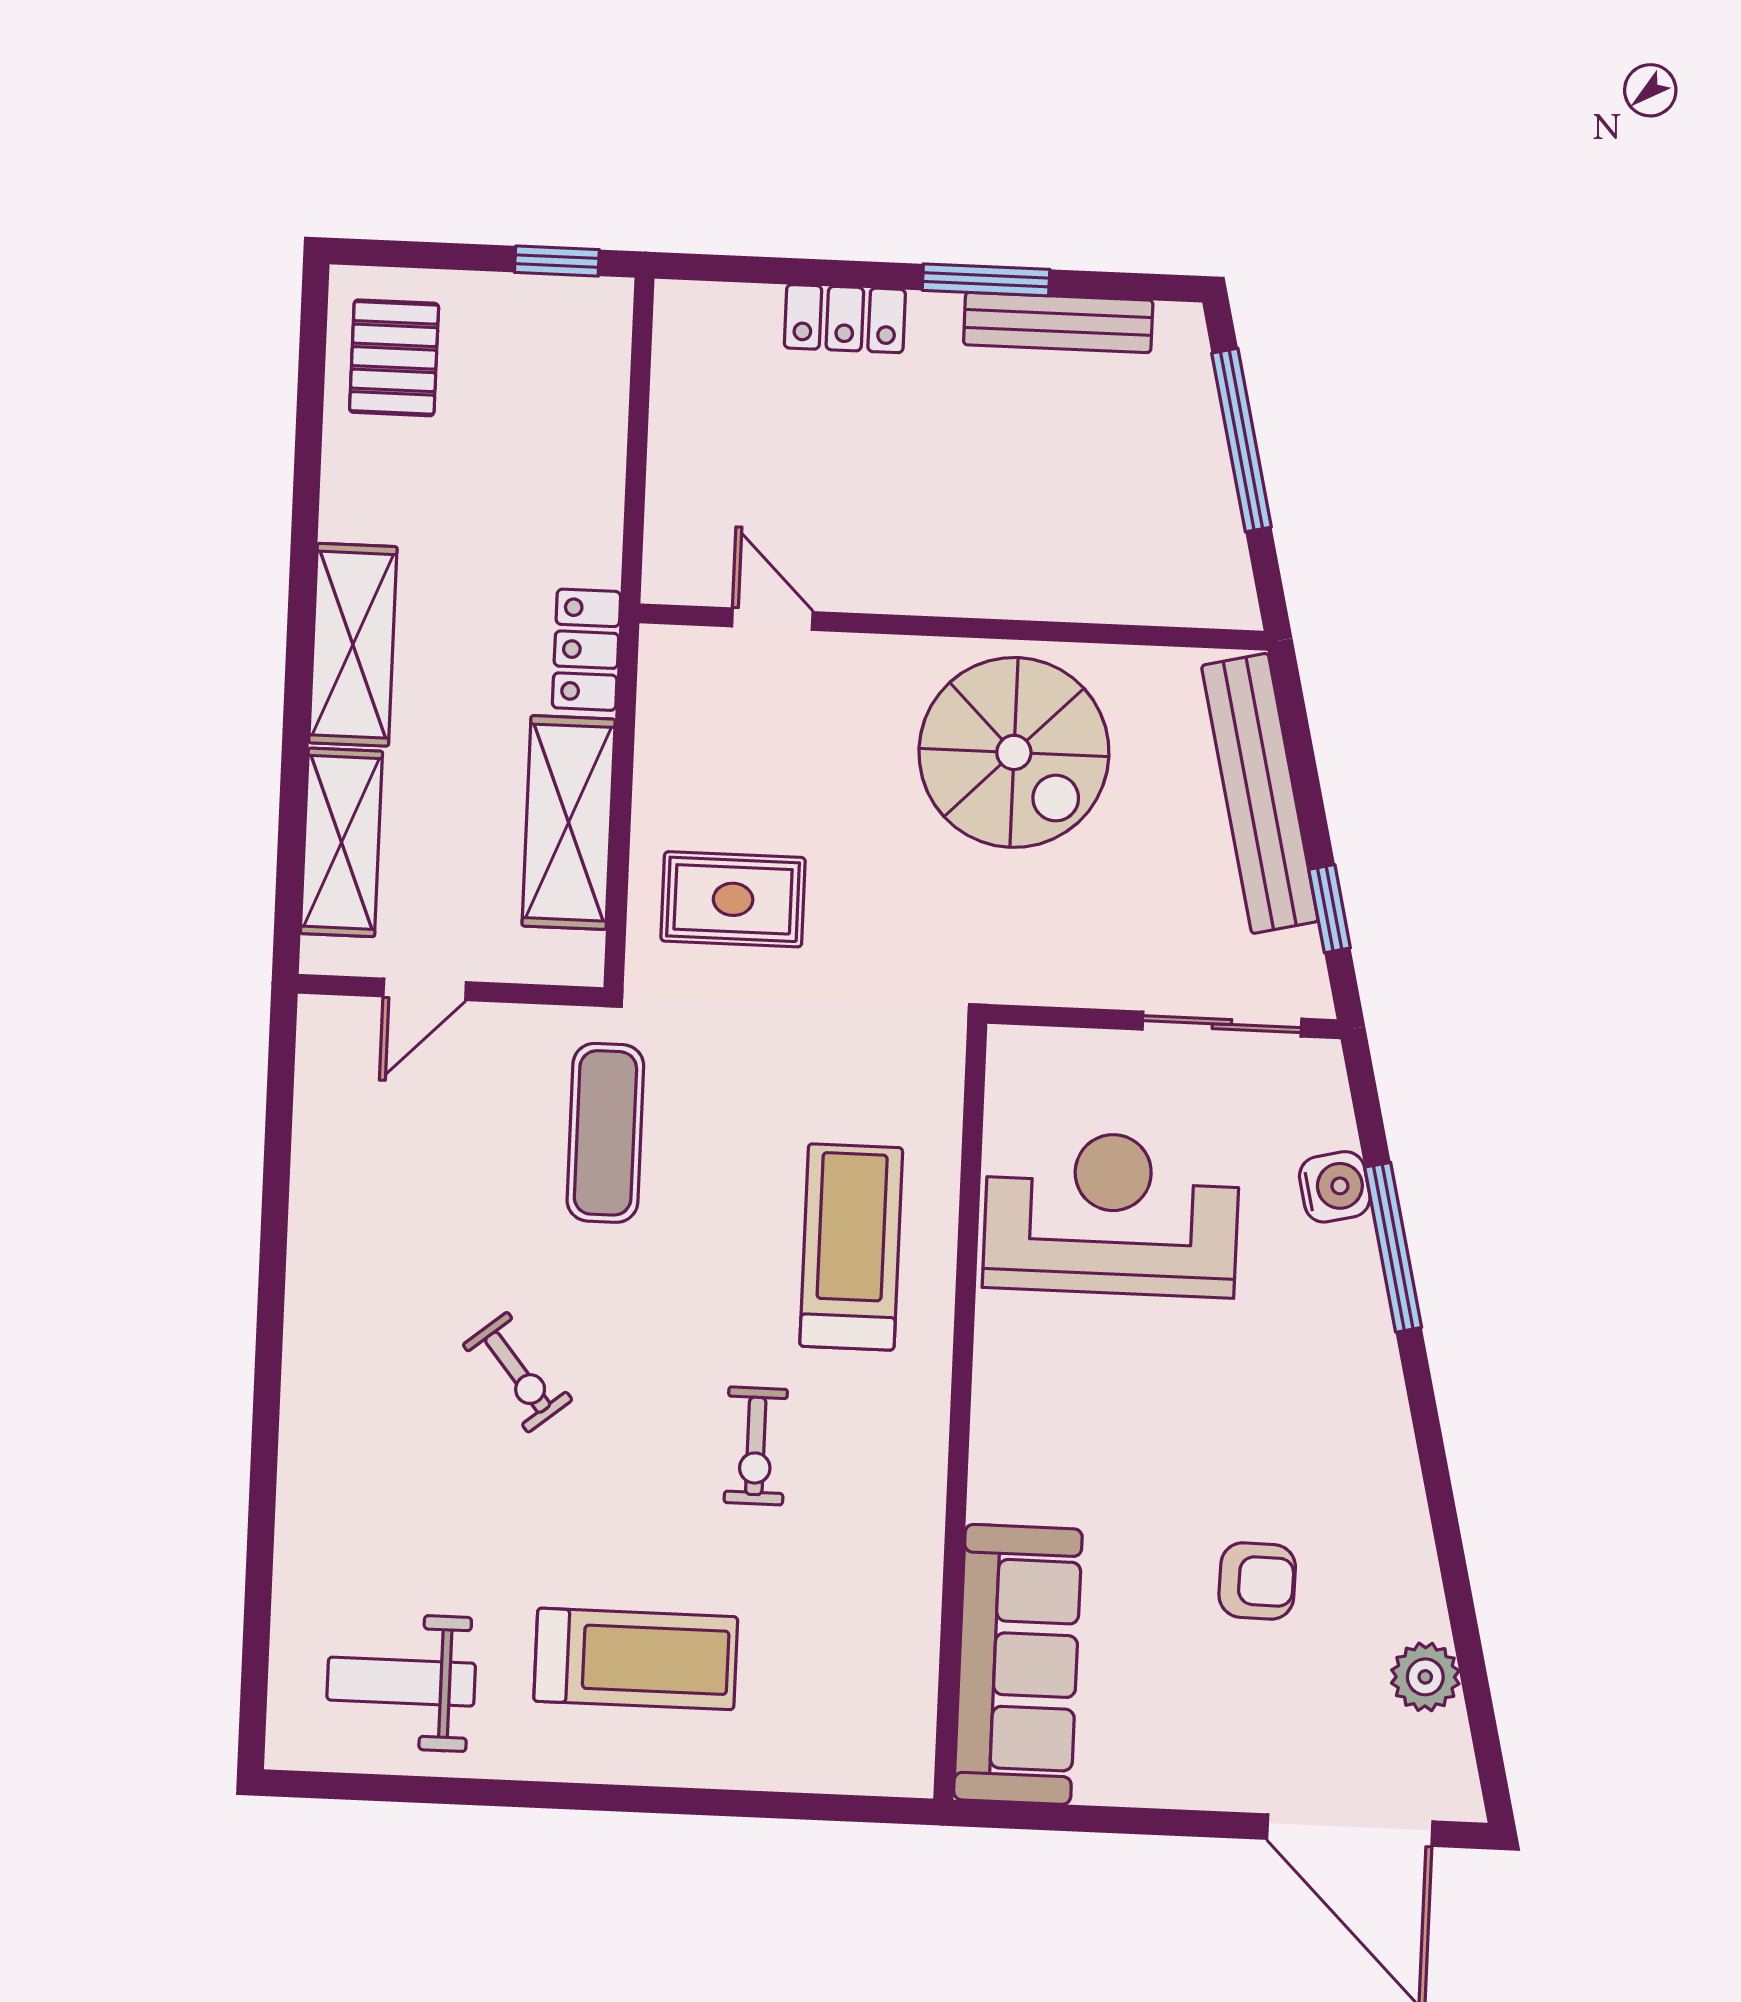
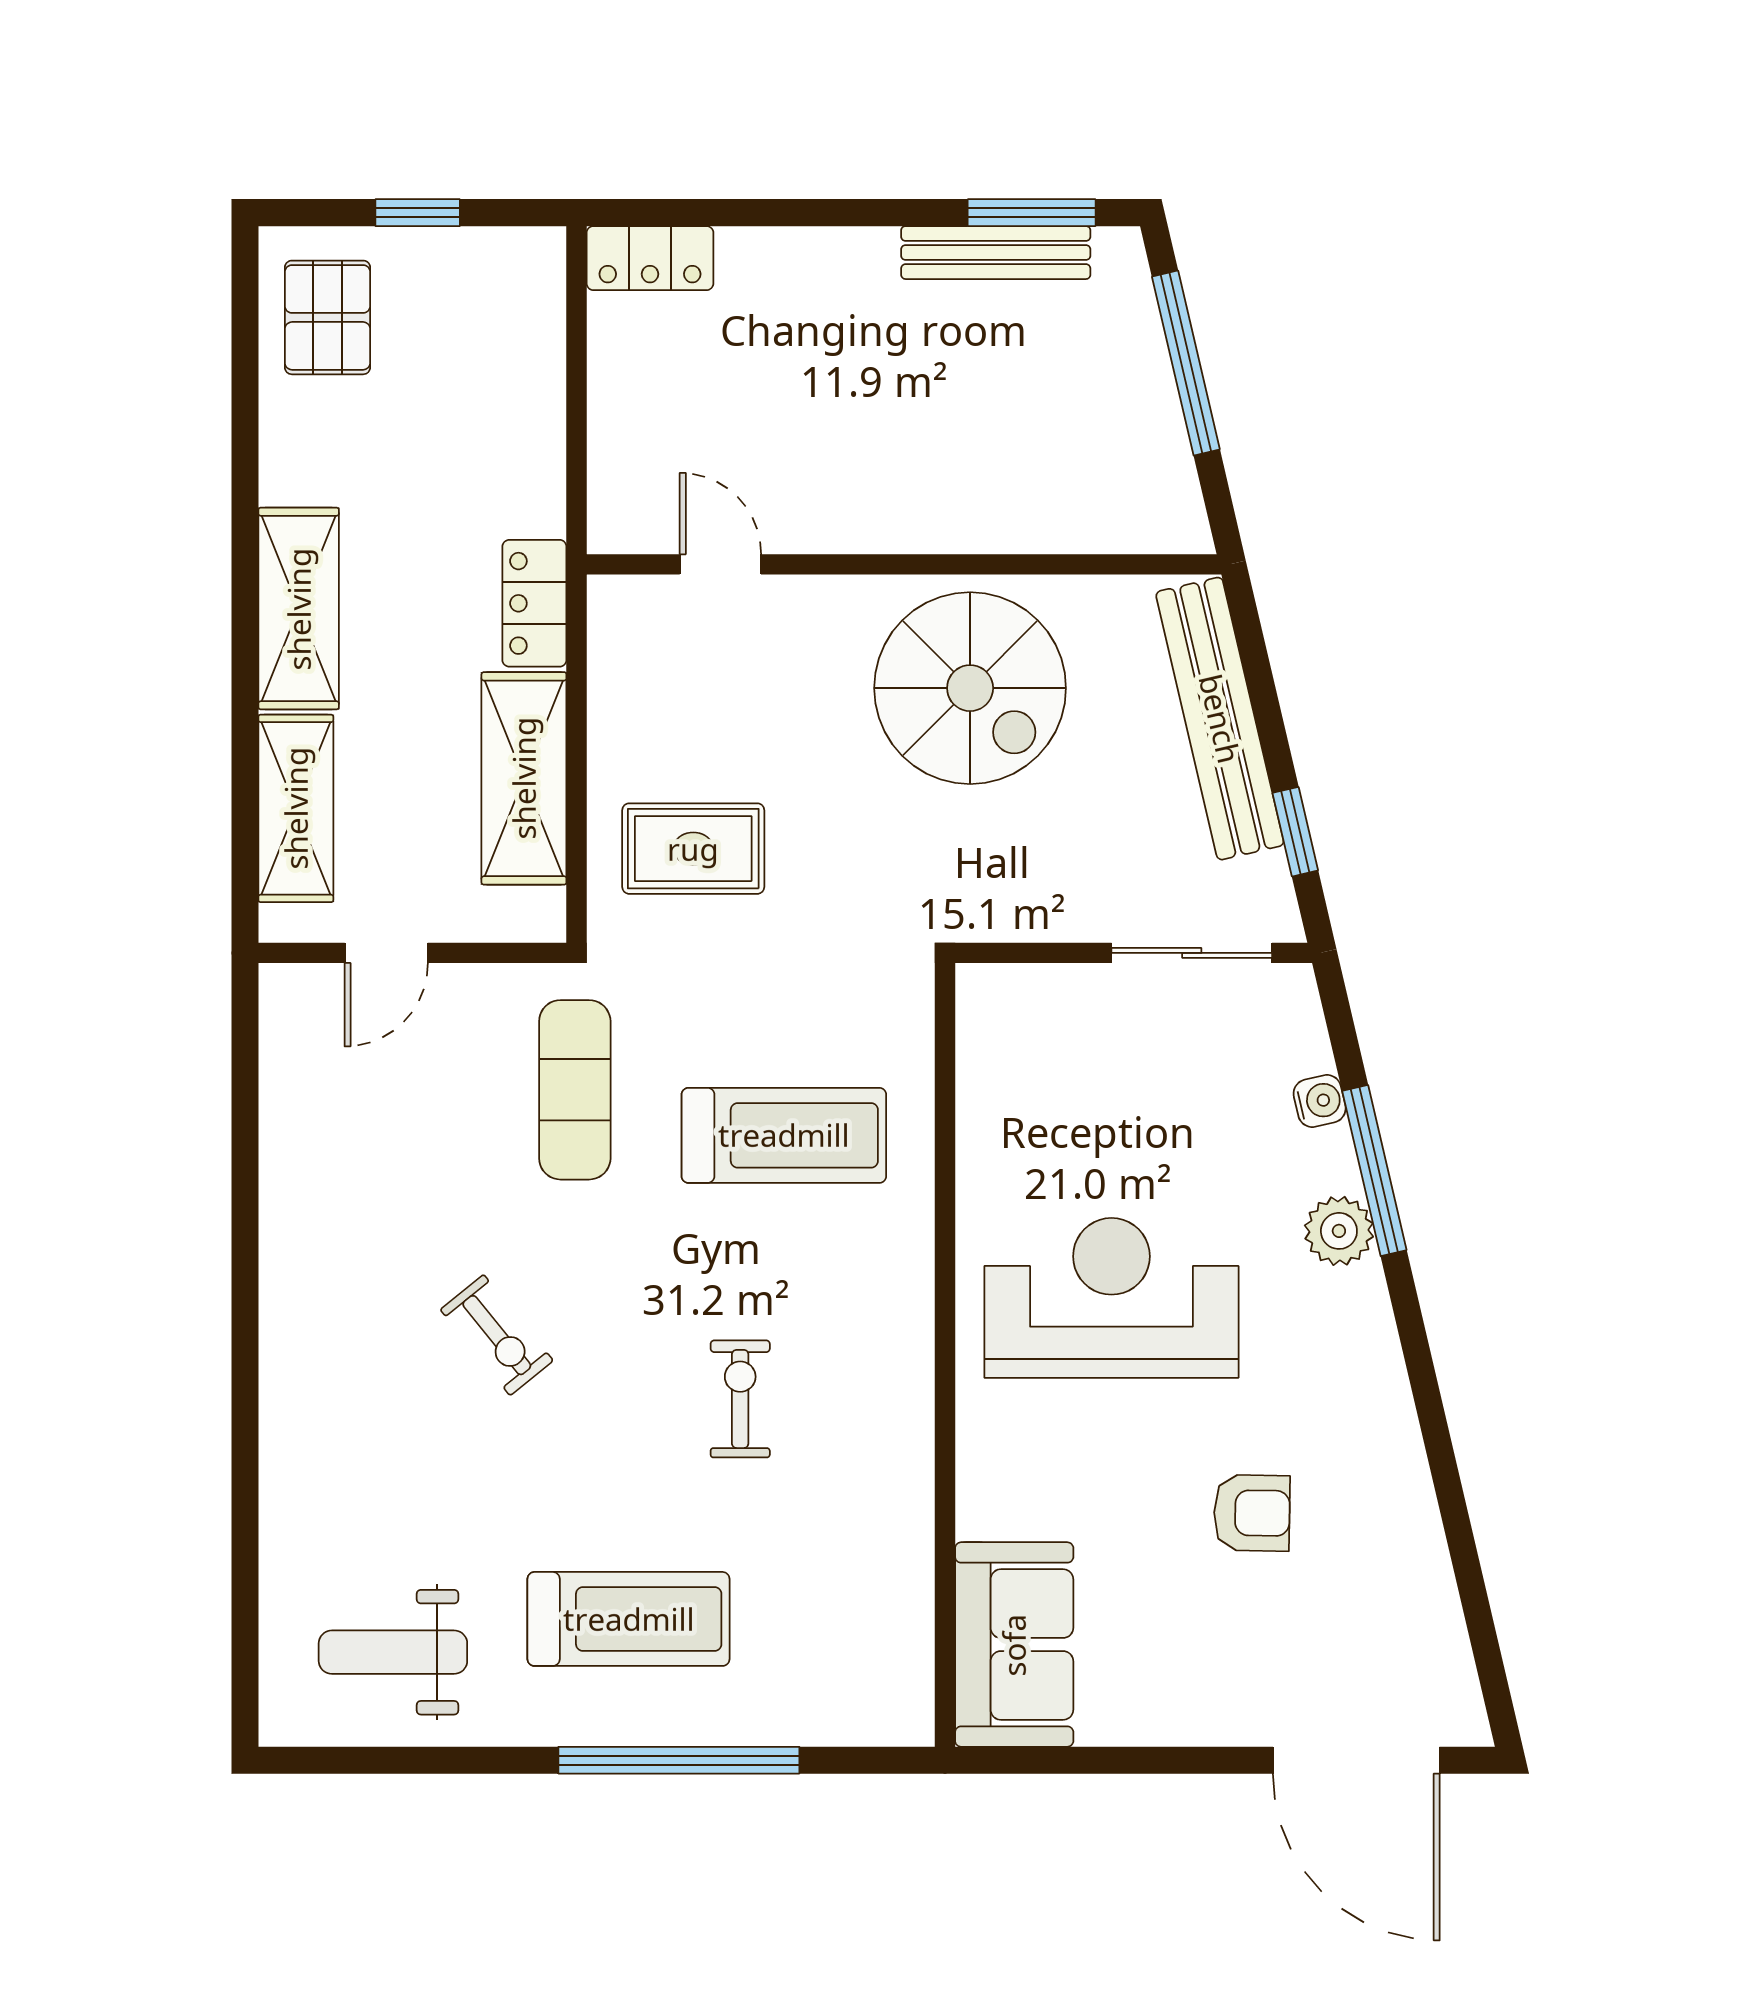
window: (557, 261) -> (418, 213), moved
window: (986, 280) -> (1032, 213), moved
locker: (845, 319) -> (650, 258), moved
water cooler: (1335, 1187) -> (1320, 1101), width x0.72, depth x0.72
reception desk: (1111, 1214) -> (1111, 1298), moved
treadmill: (851, 1247) -> (784, 1135), moved, turned 90
exercise bike: (756, 1446) -> (740, 1399), turned 180
sofa: (1018, 1664) -> (1014, 1645), width x0.73
plant: (1425, 1677) -> (1339, 1231), moved
window: (679, 1801) -> (679, 1760), added

